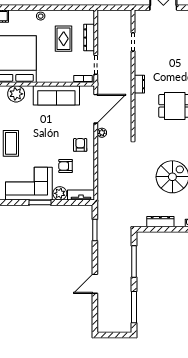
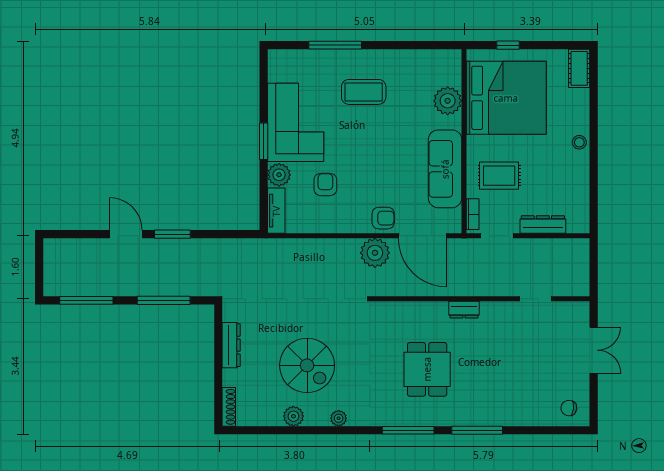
rug: (64, 39) -> (499, 176), moved
plant: (102, 133) -> (375, 253), width x1.87, depth x1.87
armchair: (80, 145) -> (383, 218), moved
window: (95, 230) -> (172, 234), moved

